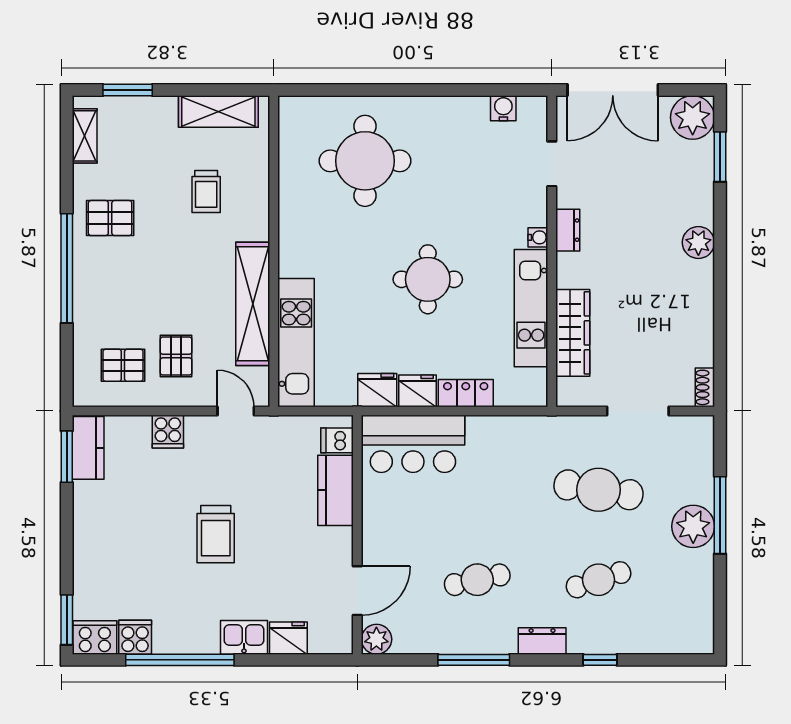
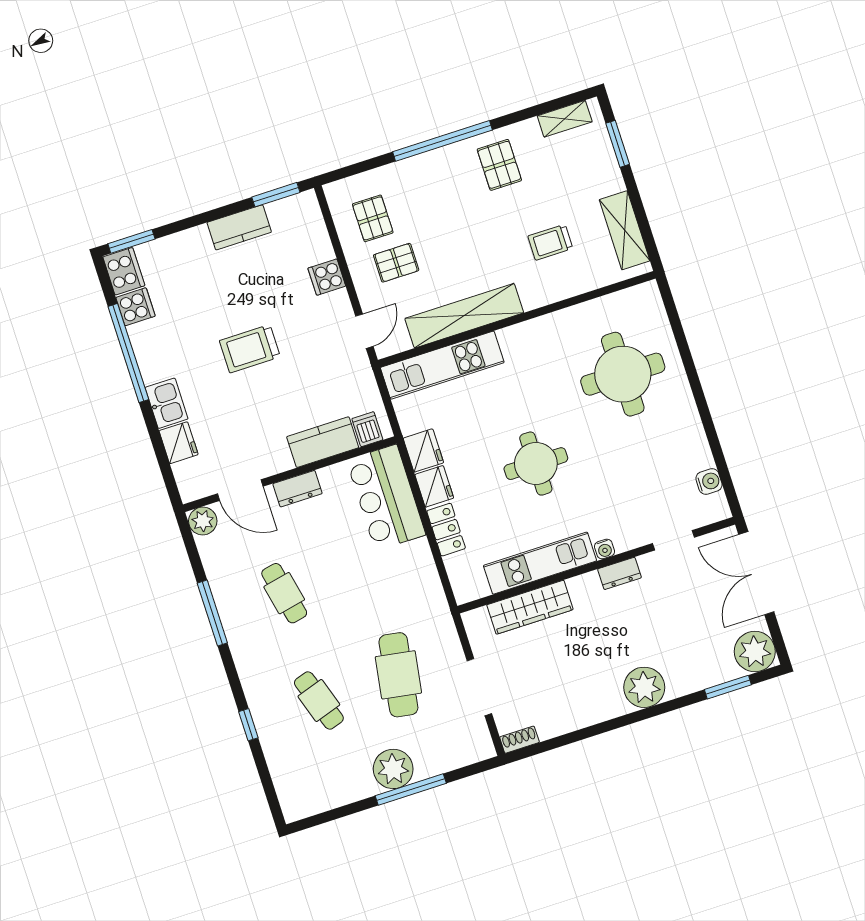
plant: (698, 242) -> (644, 687), width x1.36, depth x1.36
kitchen counter: (88, 448) -> (239, 227), moved
dresser: (542, 641) -> (298, 489), moved, turned 90

